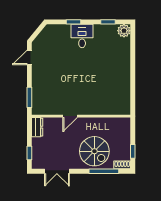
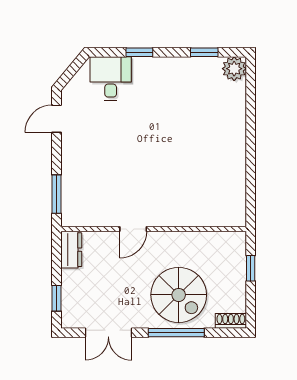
desk: (82, 36) -> (111, 79), moved
window: (133, 151) -> (251, 268), moved
window: (104, 171) -> (176, 333), moved

